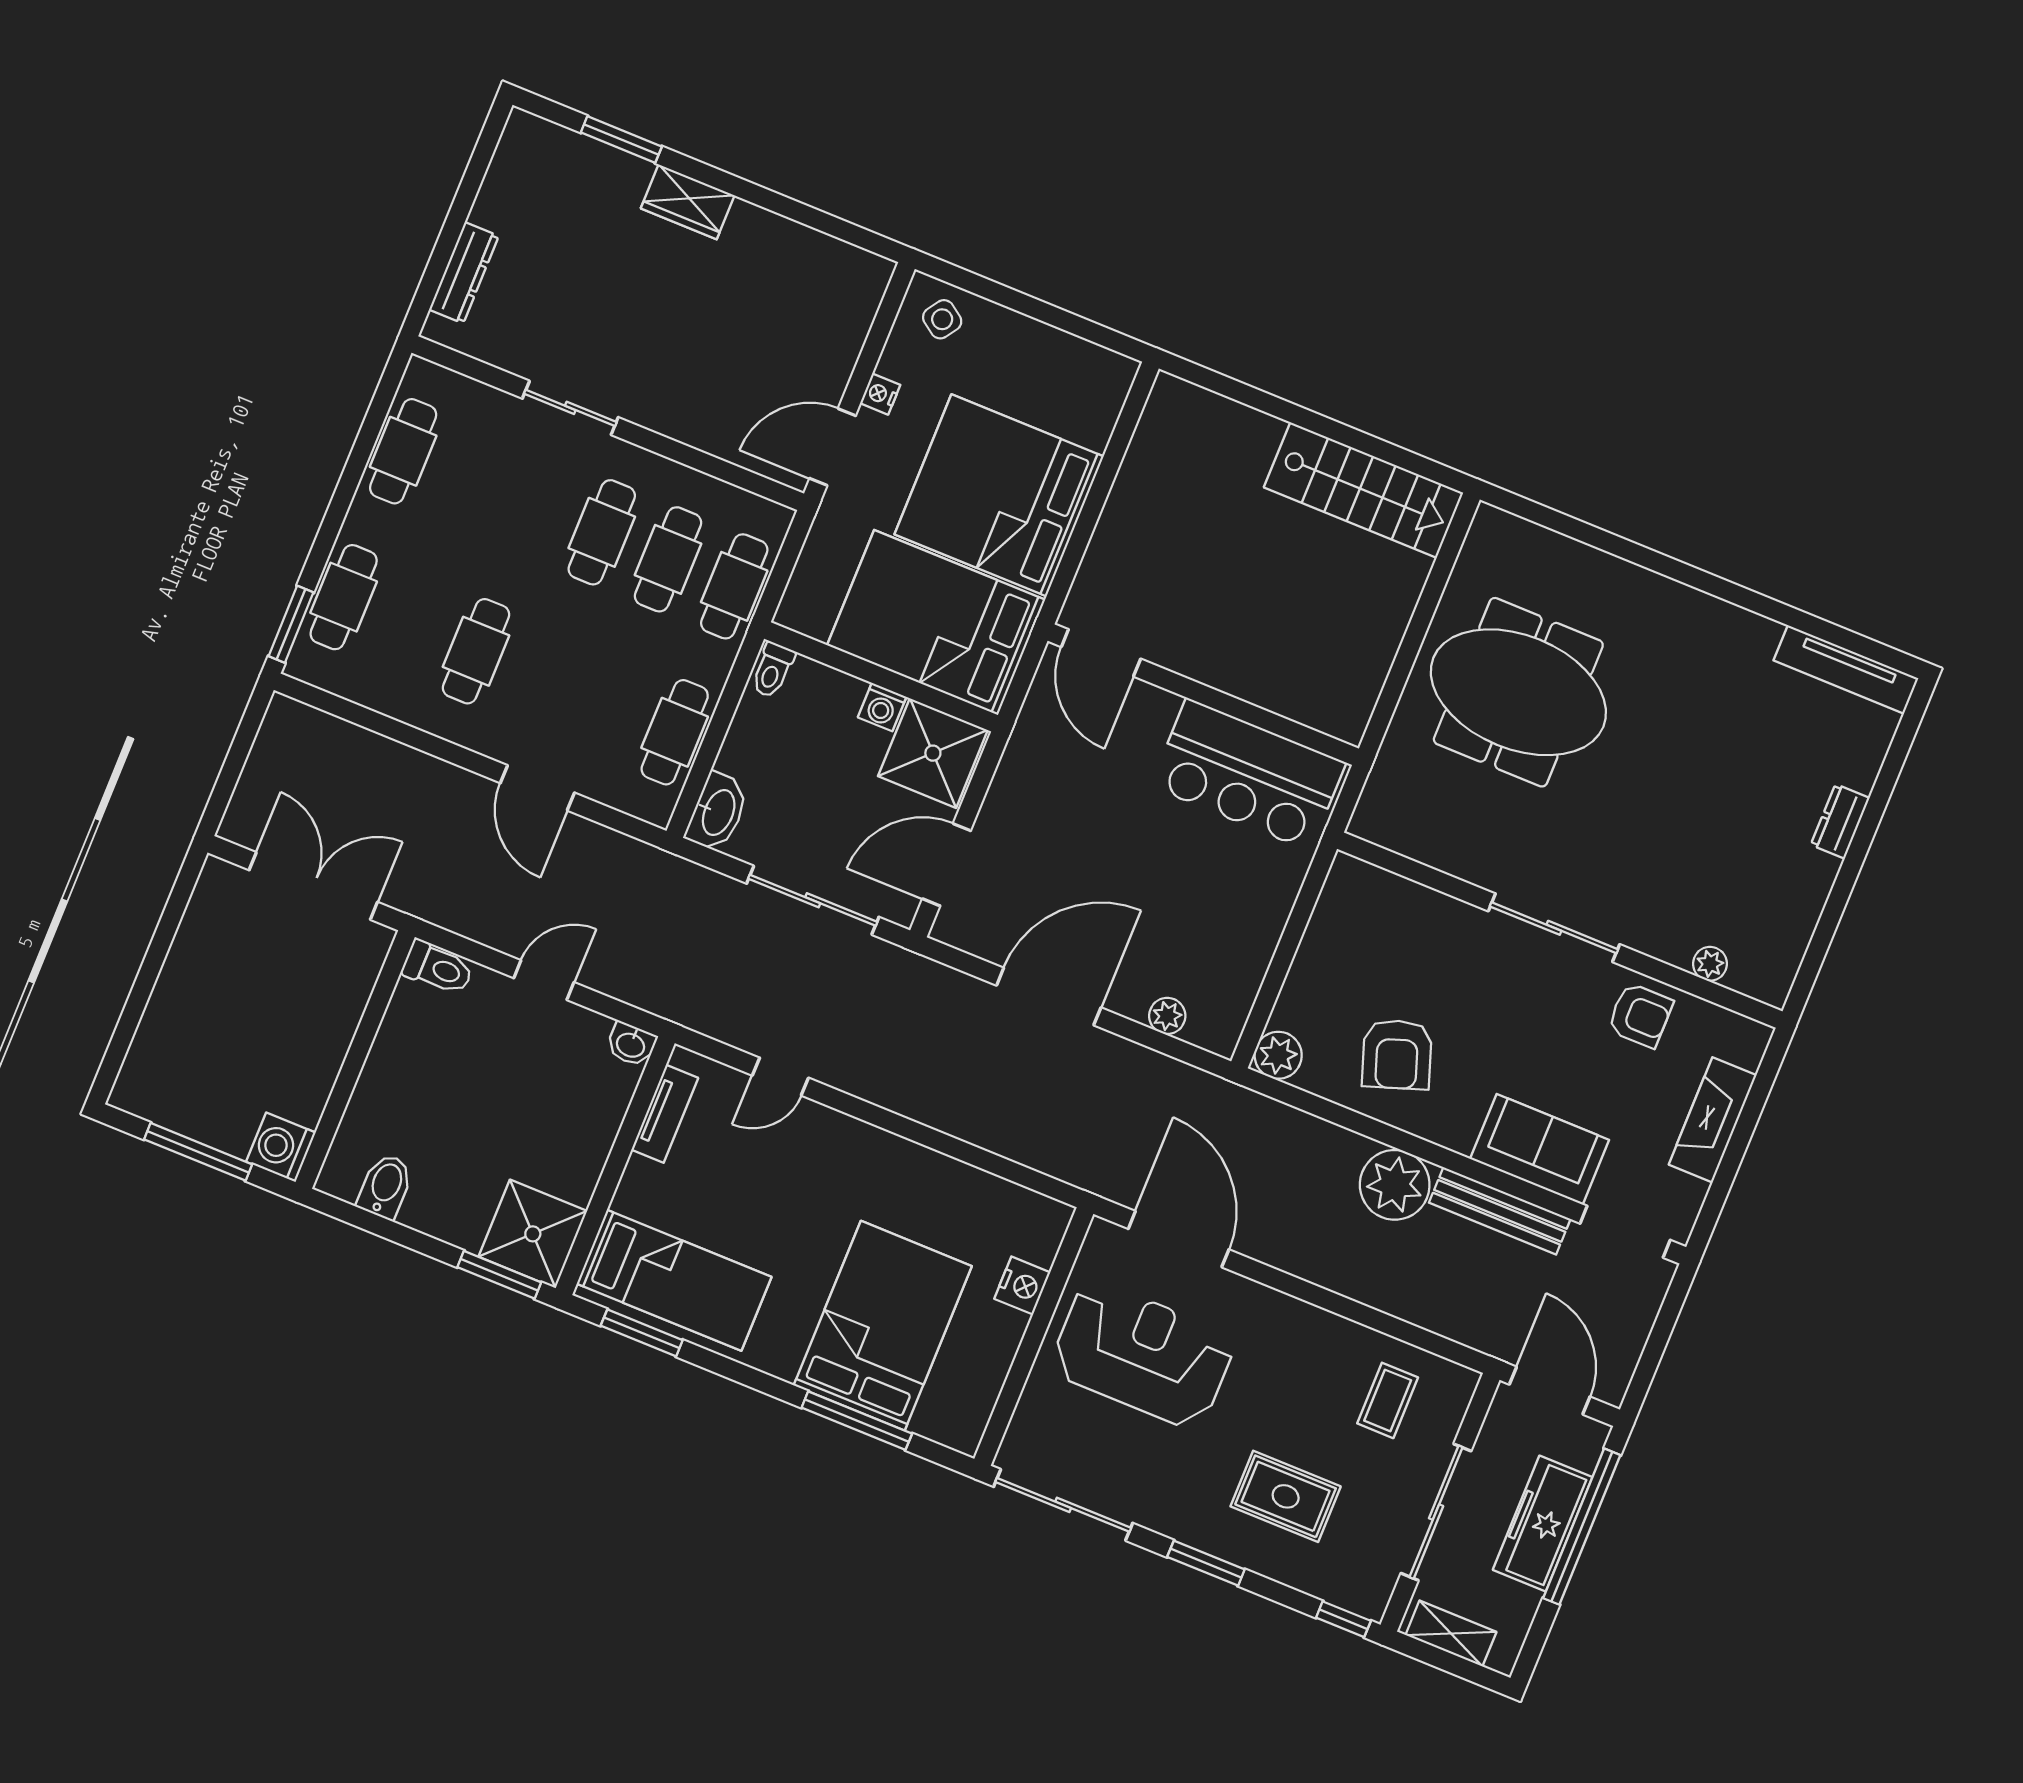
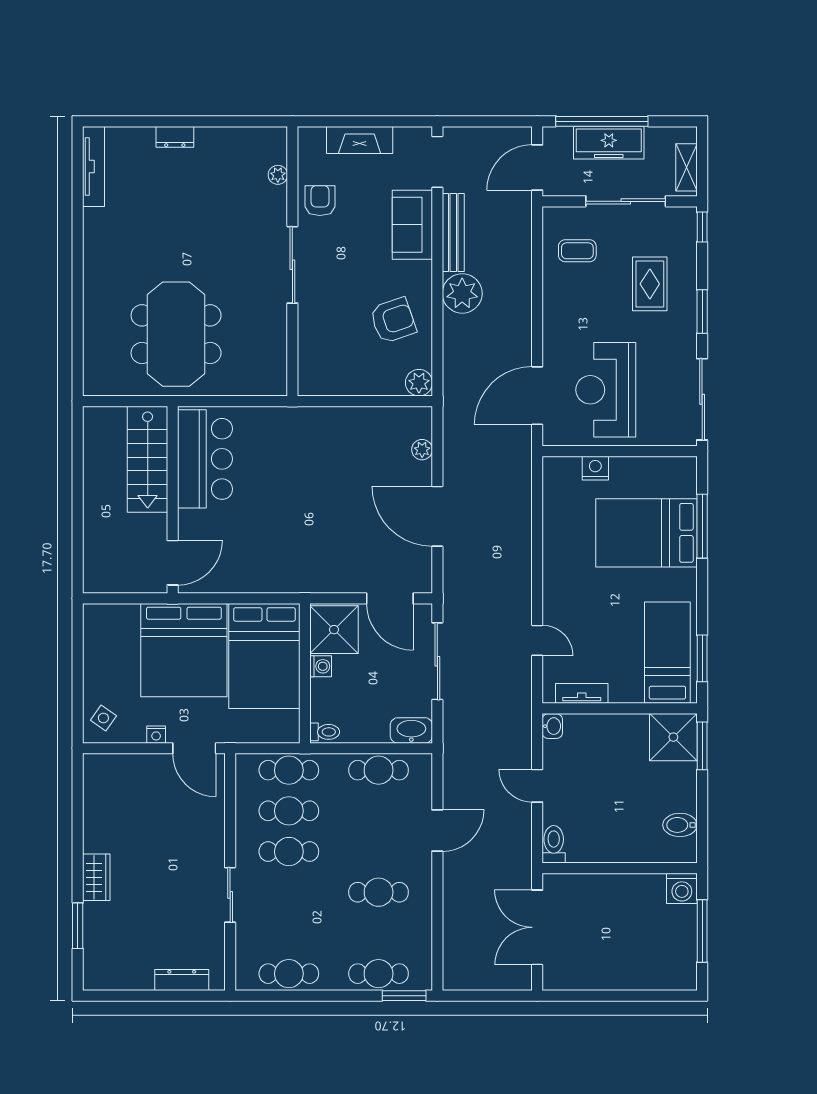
stairs: (1364, 490) -> (148, 459), moved, turned 180
door: (1101, 653) -> (173, 563), moved
wall: (1203, 695) -> (173, 500), moved
bar counter: (1248, 774) -> (205, 459), moved

